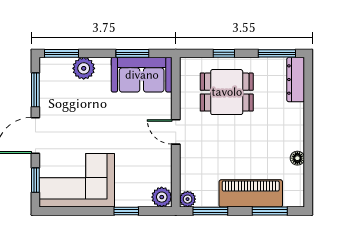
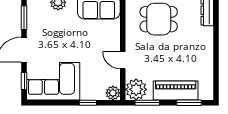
door: (176, 132) -> (123, 60), moved
floor lamp: (297, 158) -> (208, 66), removed
plant: (188, 199) -> (136, 89), width x1.88, depth x1.88

